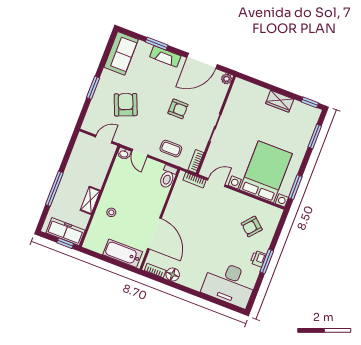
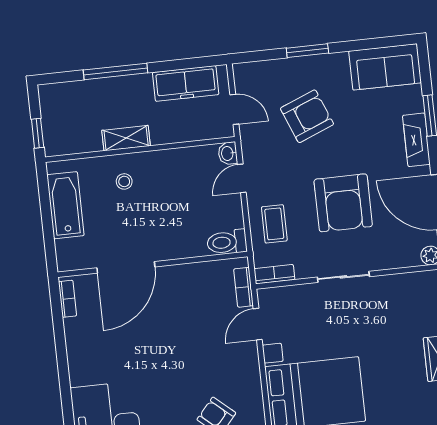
armchair: (178, 109) -> (343, 203), width x1.88, depth x1.88
door: (216, 182) -> (258, 324), swing flipped
freezer: (65, 232) -> (186, 83), moved, turned 90
bathtub: (123, 253) -> (65, 205), moved
floor lamp: (173, 275) -> (76, 330), removed

